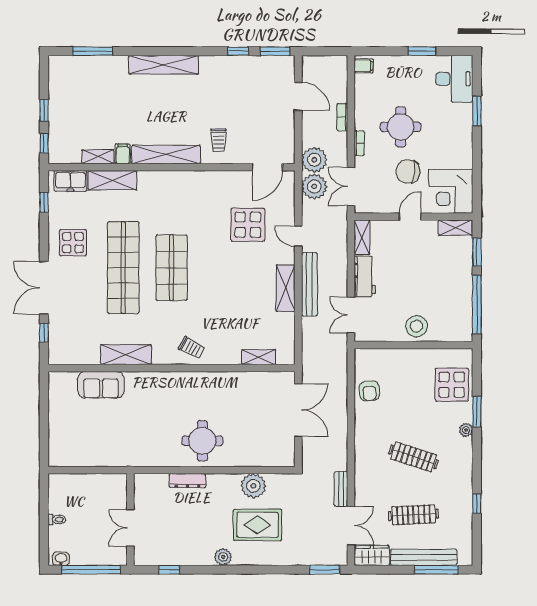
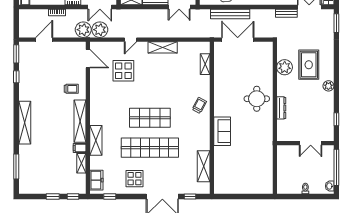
shelving: (112, 180) -> (96, 140), moved
bench: (309, 284) -> (230, 14), moved
shelving: (126, 355) -> (204, 166), moved
sofa: (101, 385) -> (222, 131), moved

